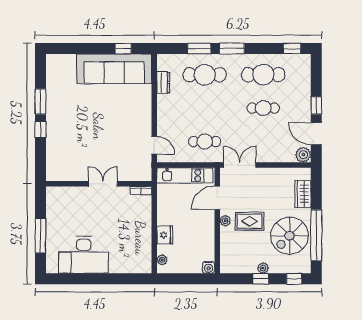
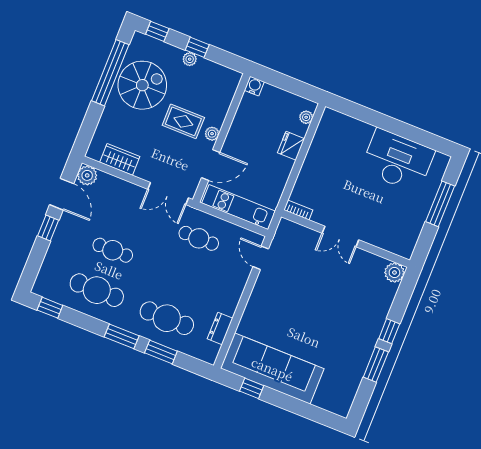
plant: (54, 173) -> (394, 273), added
wardrobe: (303, 194) -> (120, 159), moved, turned -90

